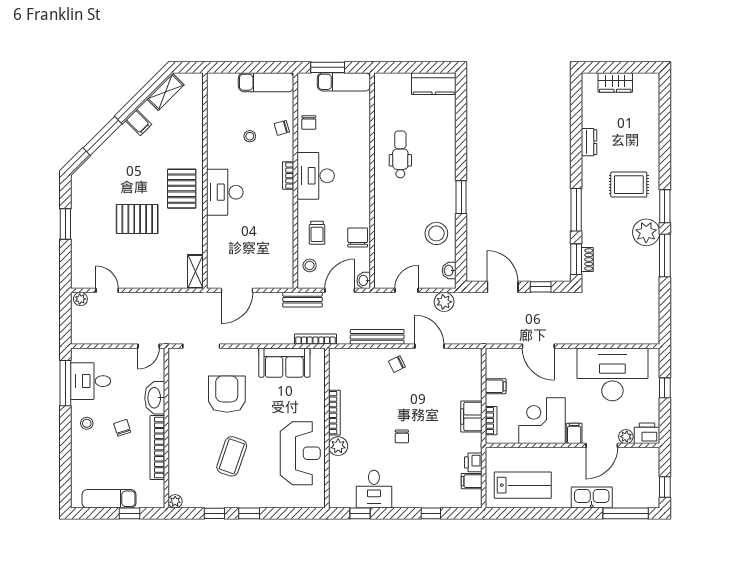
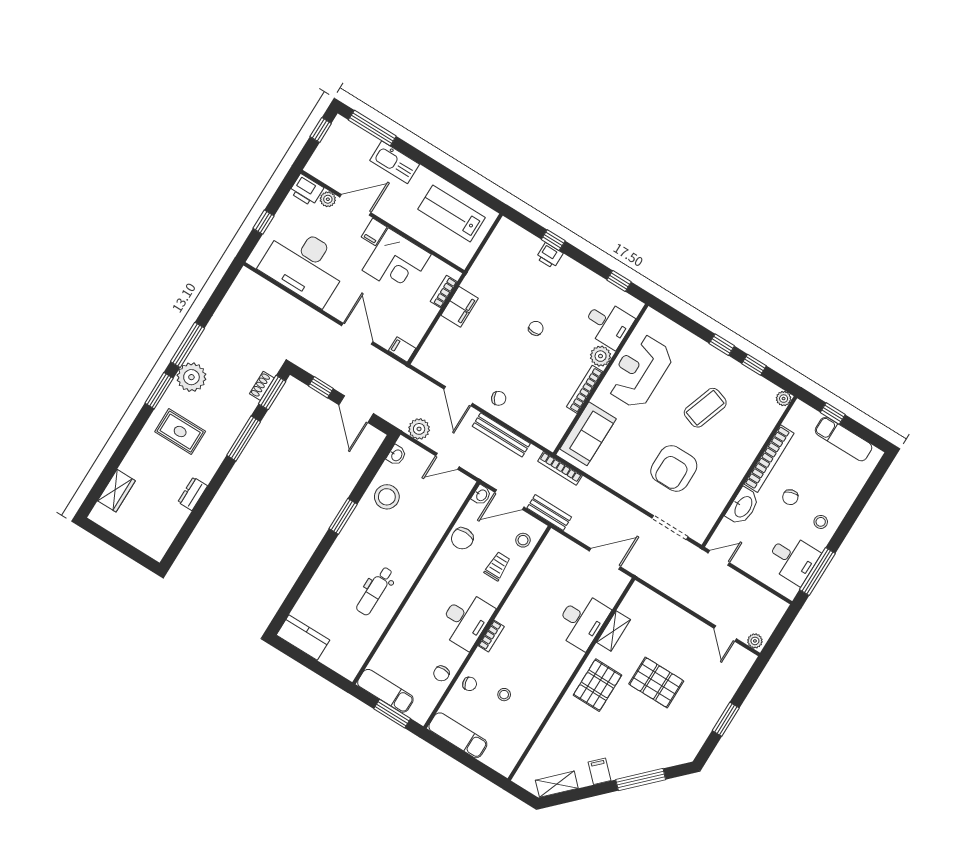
wardrobe: (615, 82) -> (116, 491), moved, turned 90
chair: (309, 122) -> (441, 673), turned 180
desk: (225, 192) -> (582, 621), moved
shelving: (195, 271) -> (613, 631), moved
sofa: (284, 363) -> (588, 434), moved, turned 90
filing cabinet: (496, 386) -> (402, 349), moved
printer: (473, 462) -> (549, 256), moved, turned 90
filing cabinet: (472, 481) -> (497, 247), removed
desk: (374, 489) -> (608, 324), moved, turned 90

